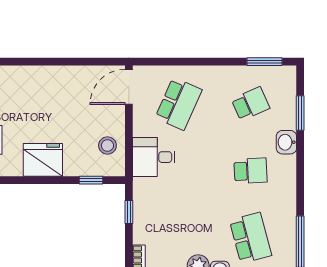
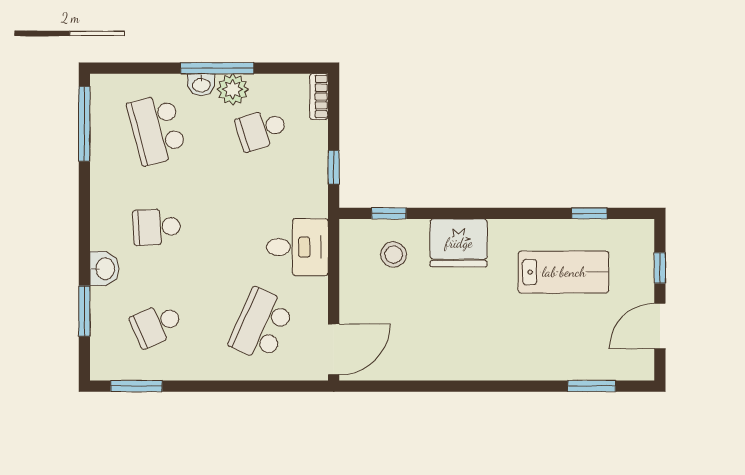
stool: (107, 145) -> (394, 254), moved
school desk: (179, 238) -> (261, 129), added

